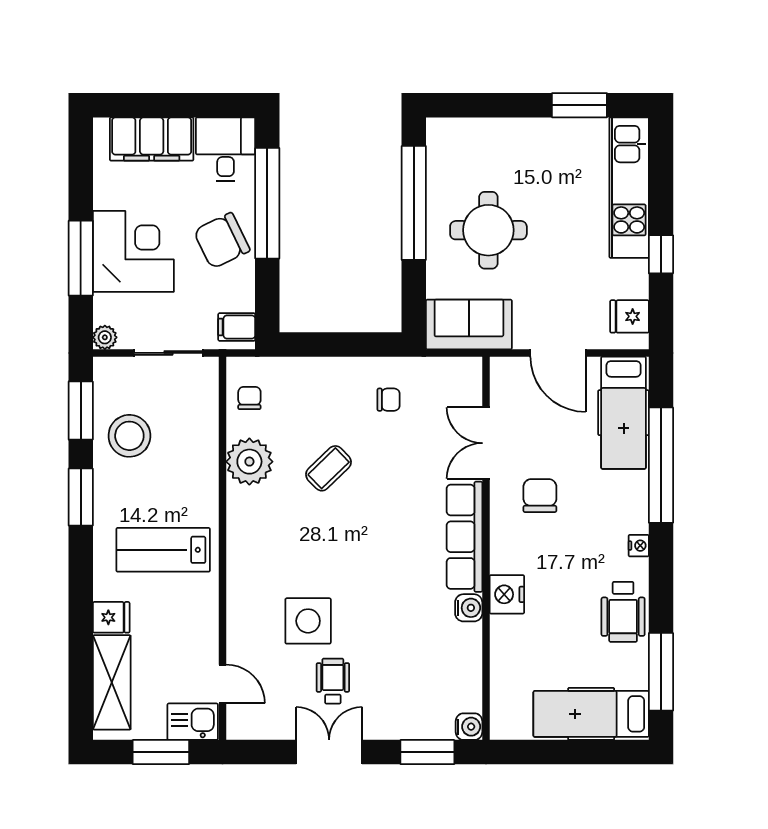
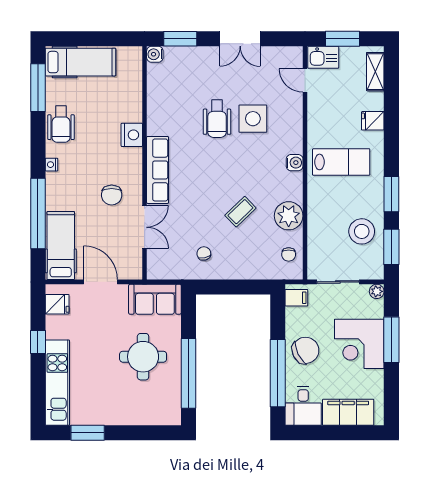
chair: (389, 400) -> (204, 253), turned 77
water cooler: (469, 608) -> (295, 163), moved, turned 180
wheelchair: (623, 612) -> (61, 124), turned 180
wheelchair: (333, 681) -> (217, 119), moved, width x1.36, depth x1.37
shelving: (112, 682) -> (375, 72), width x0.67, depth x0.75

